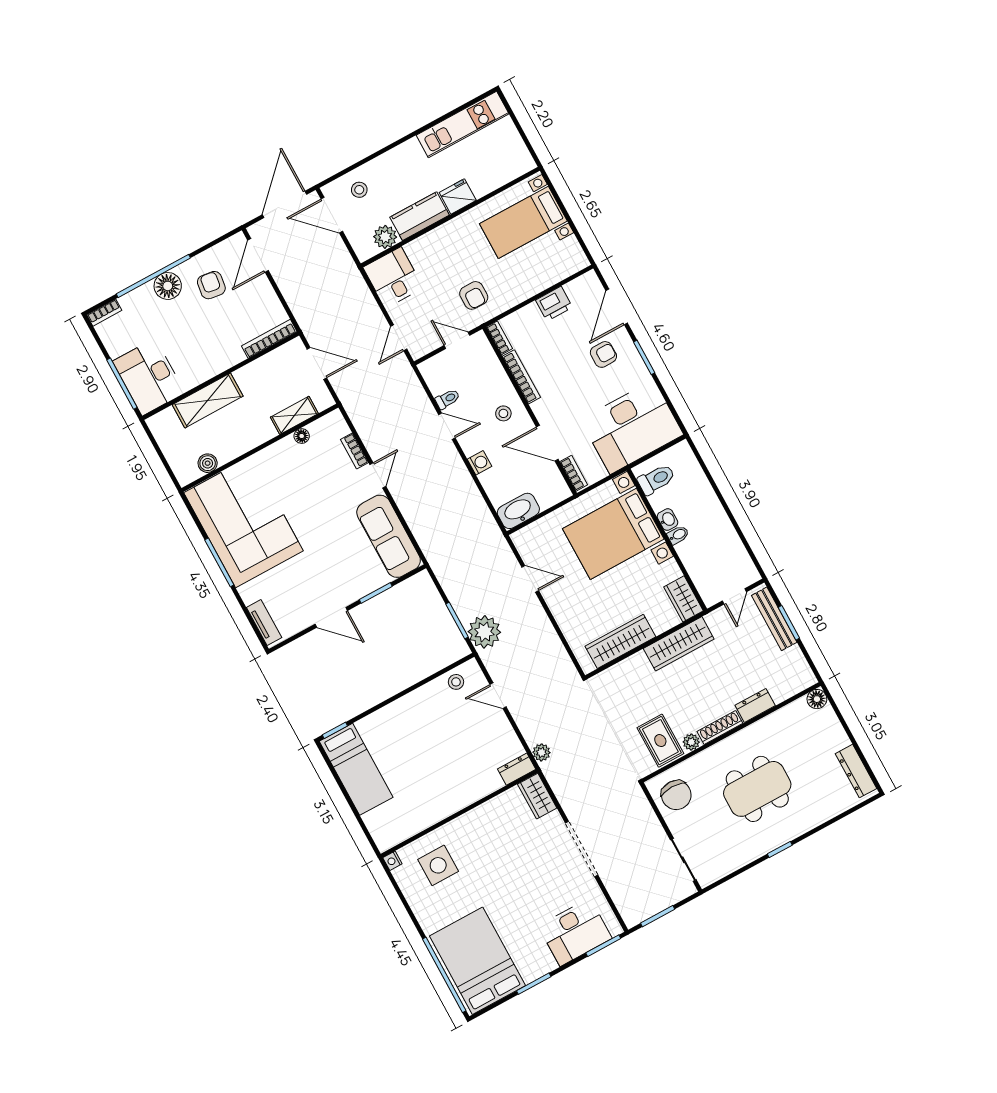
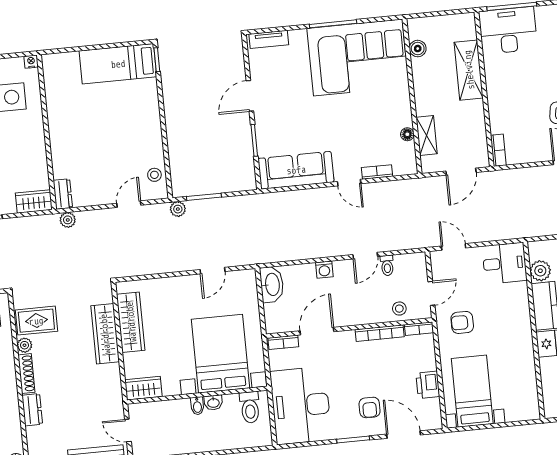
bed with nightstands: (523, 222) -> (472, 391), moved
bookcase: (269, 339) -> (498, 150), width x0.64
stool: (503, 413) -> (399, 309), moved
plant: (484, 632) -> (178, 209), width x0.53, depth x0.53
wardrobe: (679, 644) -> (105, 334), moved

